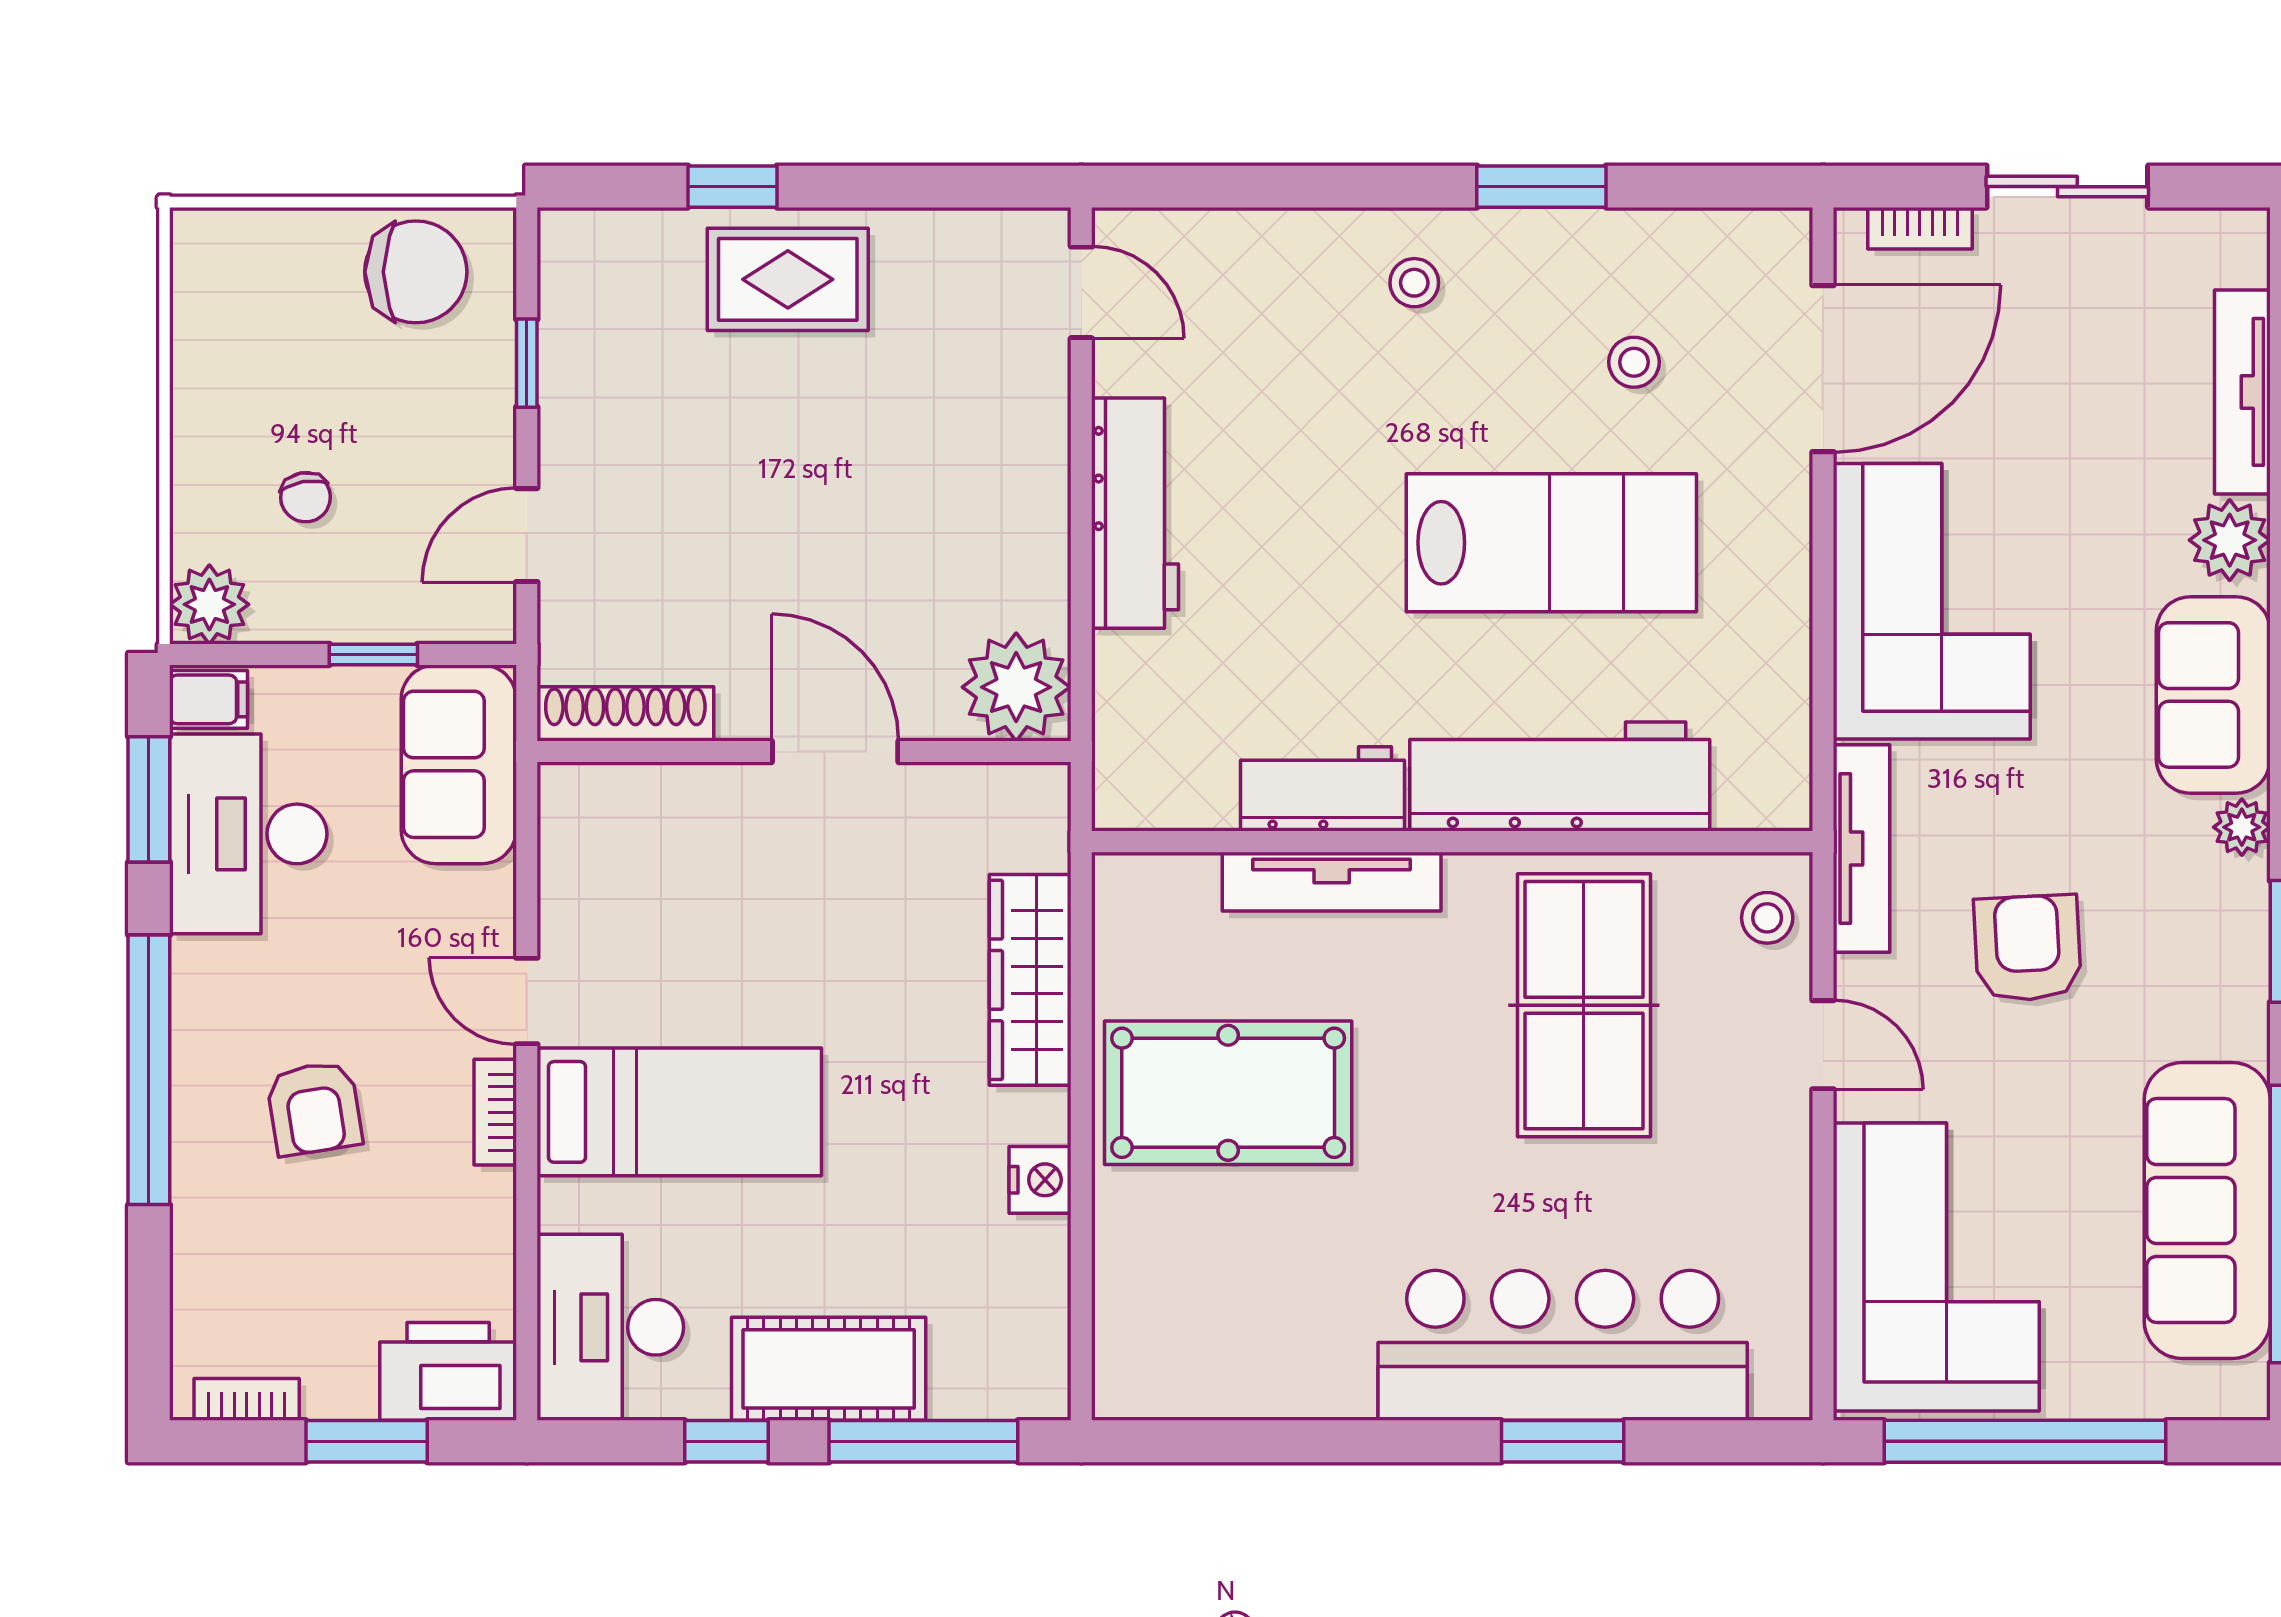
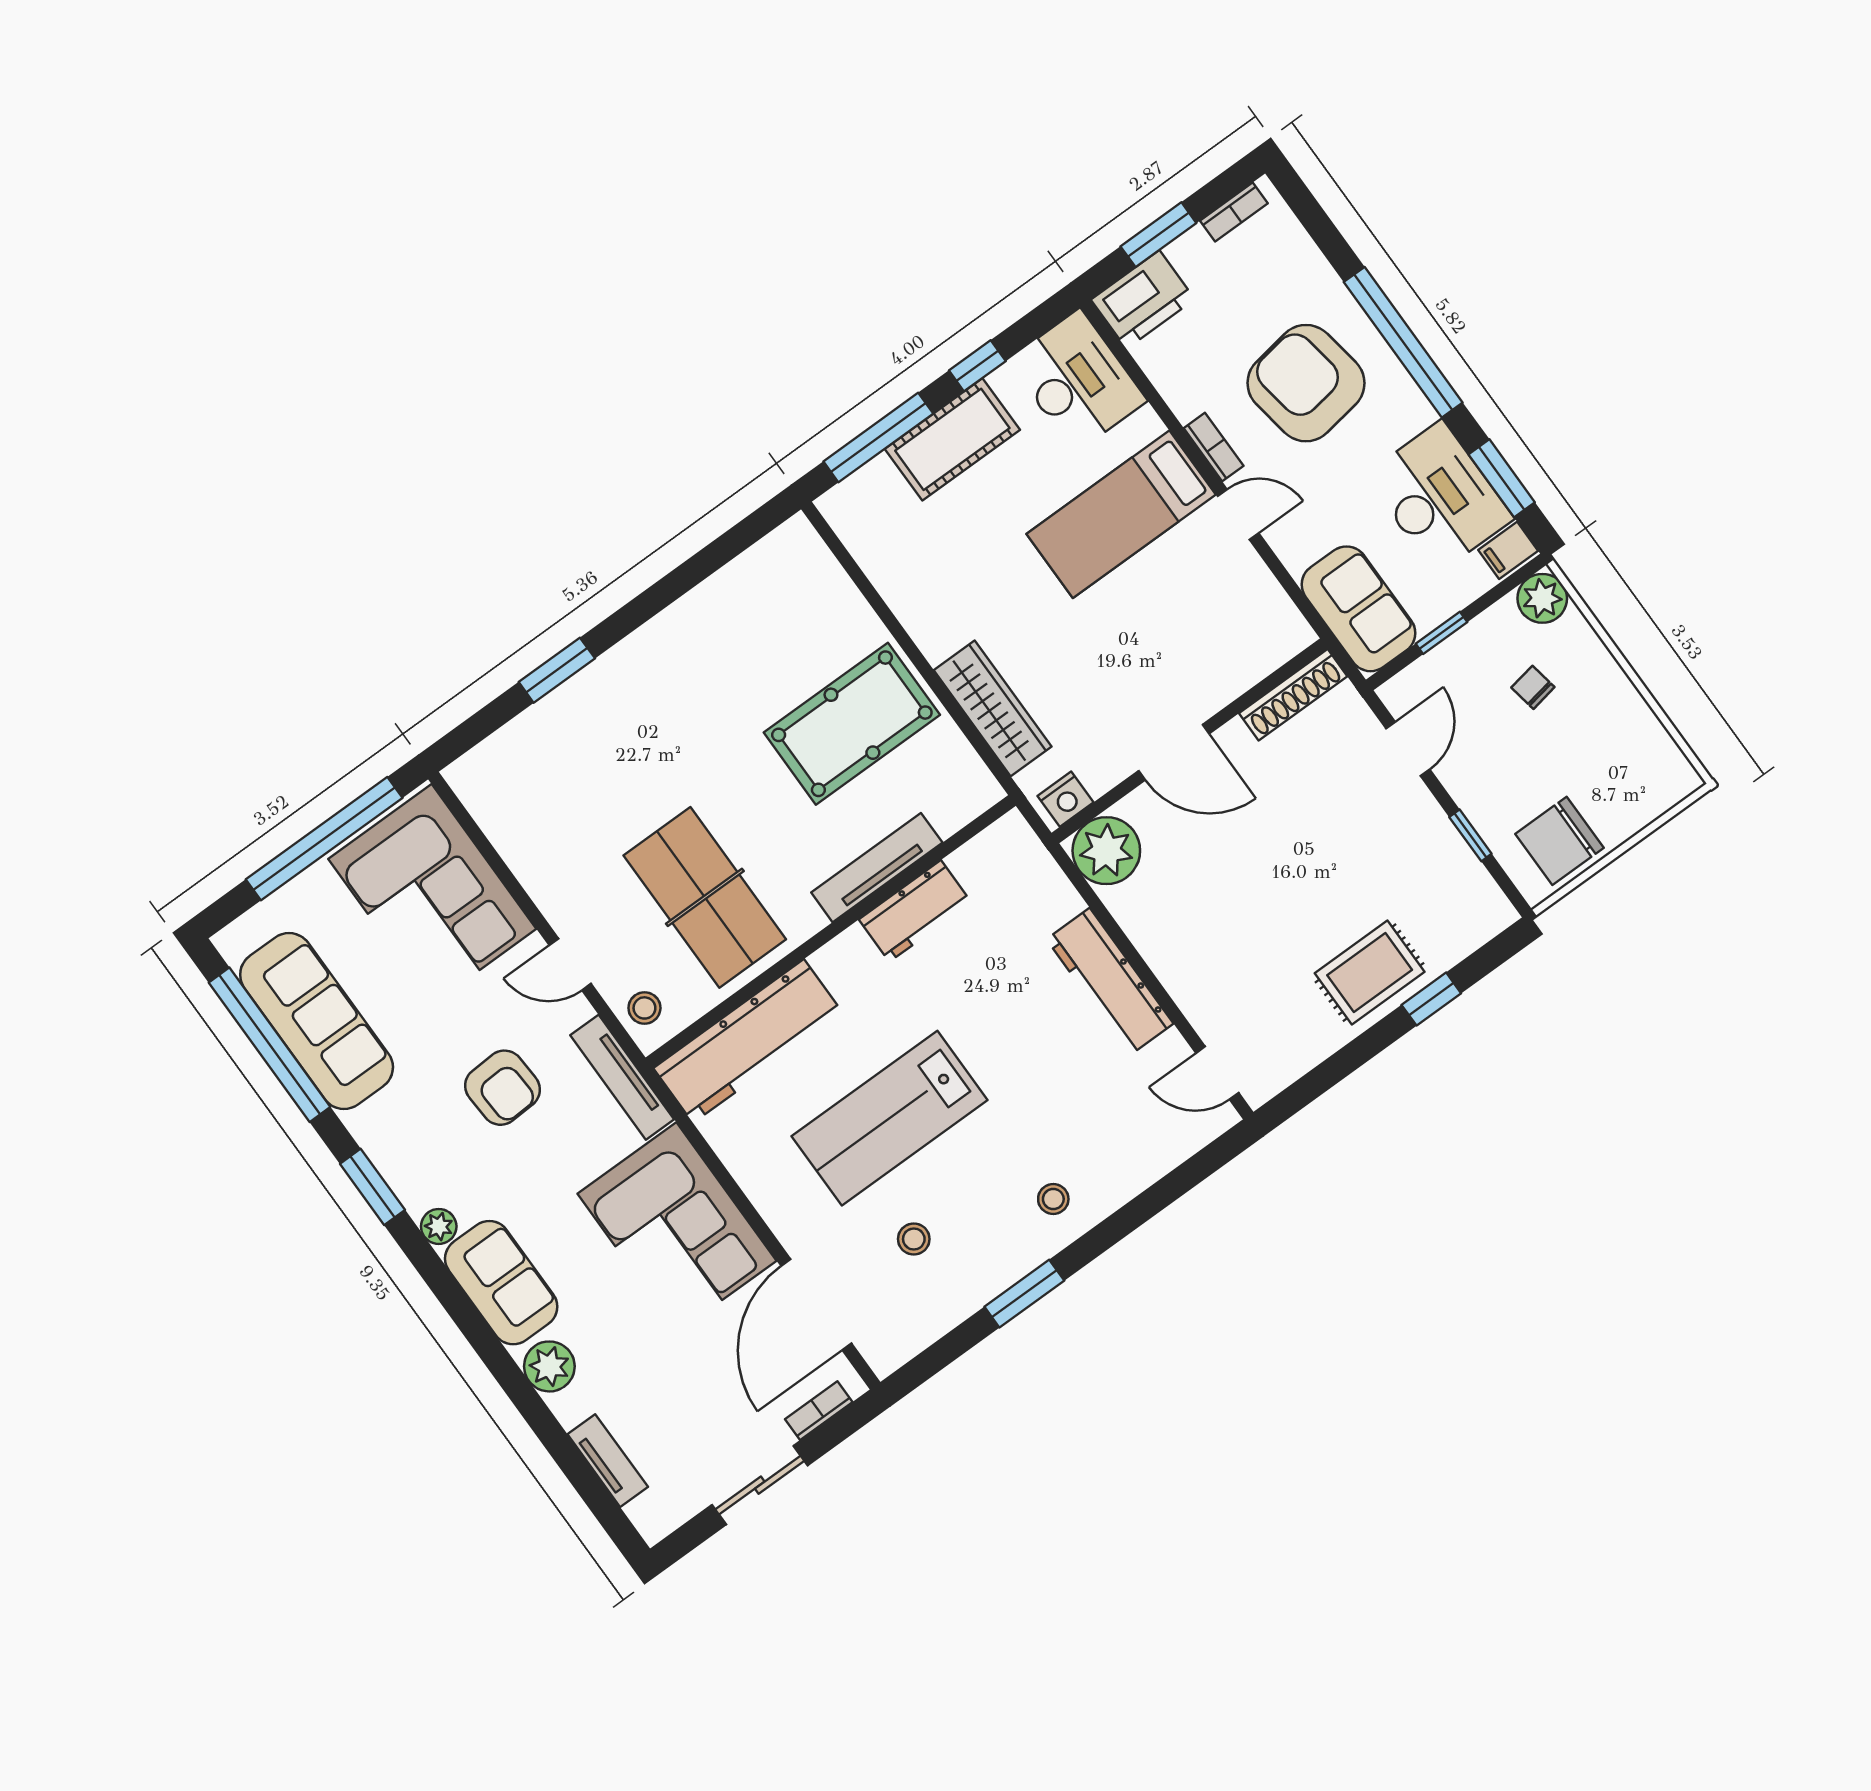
tv unit: (2242, 392) -> (608, 1461), width x0.71
workbench: (1560, 777) -> (748, 1041), moved
armchair: (314, 1108) -> (1306, 383), width x1.88, depth x1.88
nightstand: (1040, 1180) -> (1065, 799), moved, turned -90
bar counter: (1563, 1345) -> (592, 718), removed

